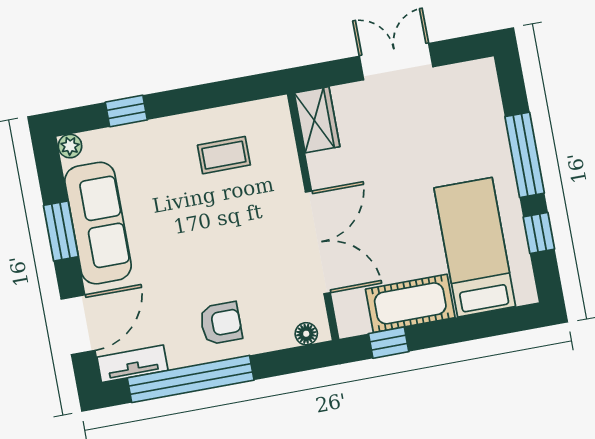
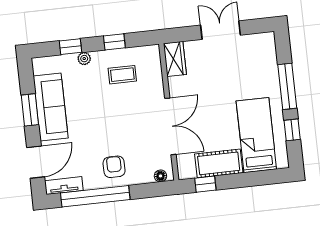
window: (205, 97) -> (114, 42), added
plant: (70, 146) -> (84, 59), moved
armchair: (221, 323) -> (114, 167), turned -90

